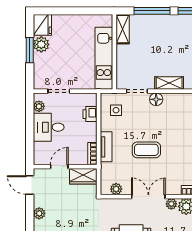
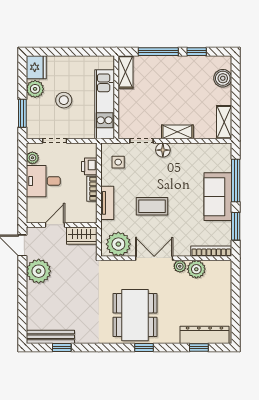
window: (30, 50) -> (22, 113), moved
stool: (67, 54) -> (64, 100), added
bookcase: (92, 154) -> (92, 189), moved
plant: (116, 189) -> (118, 244), width x1.88, depth x1.88
plant: (39, 213) -> (39, 271), width x1.87, depth x1.87

